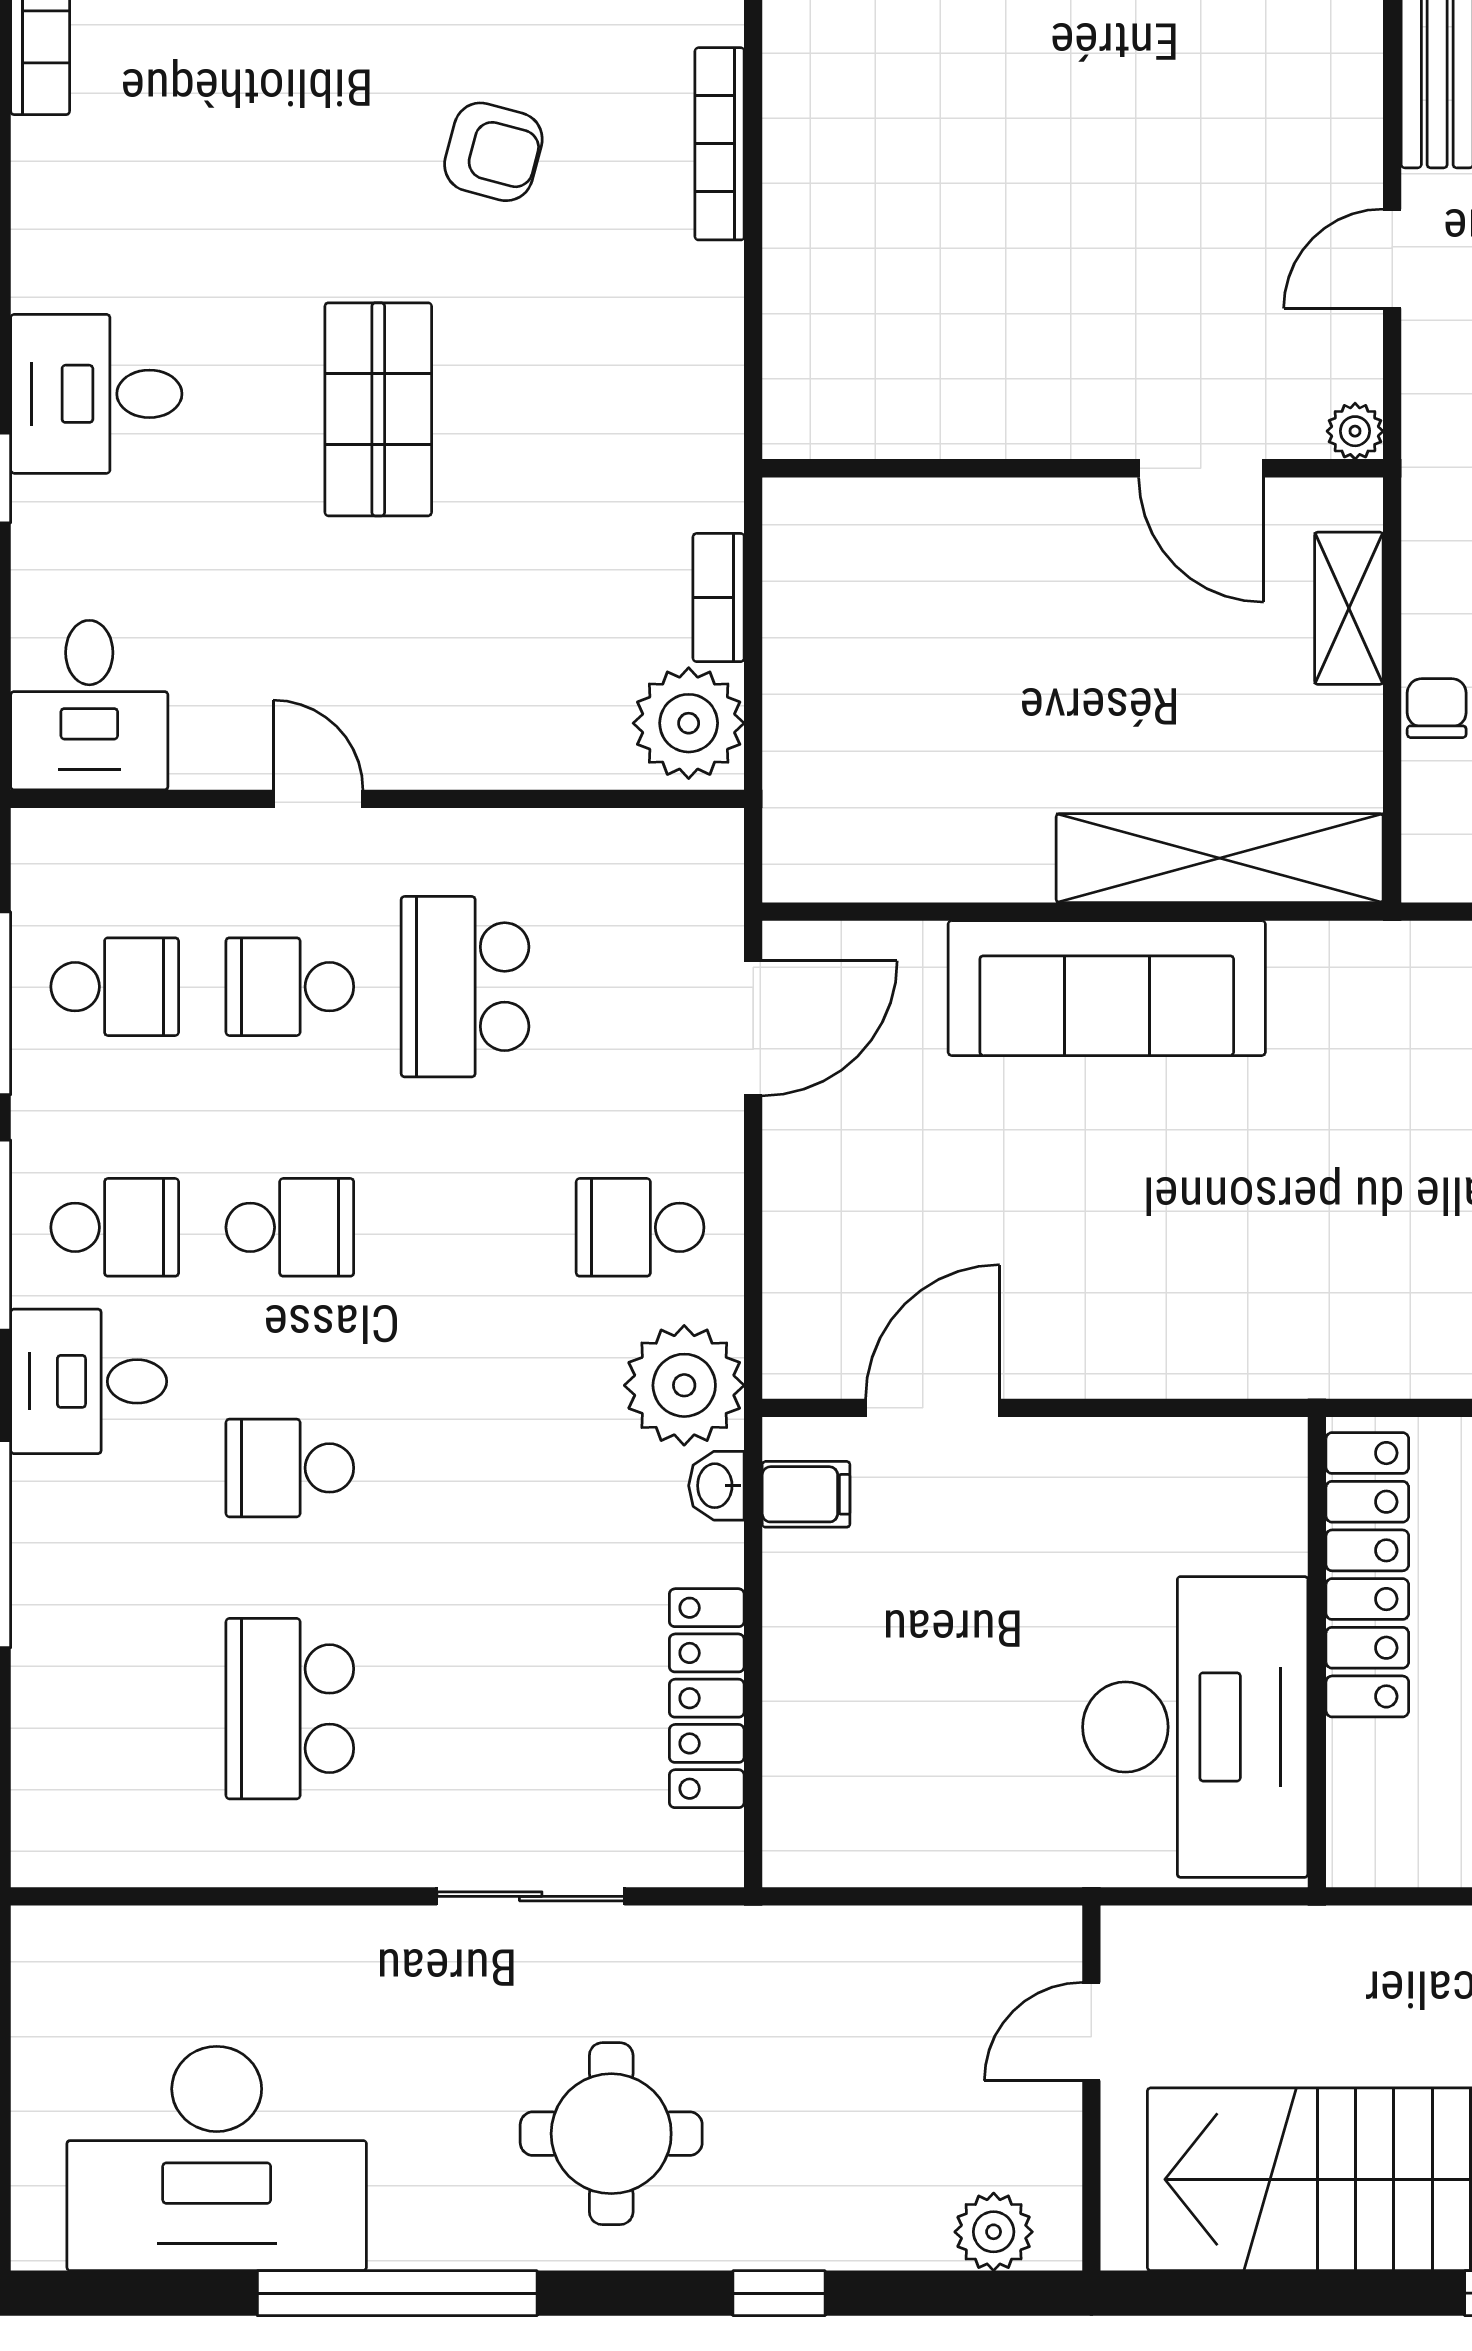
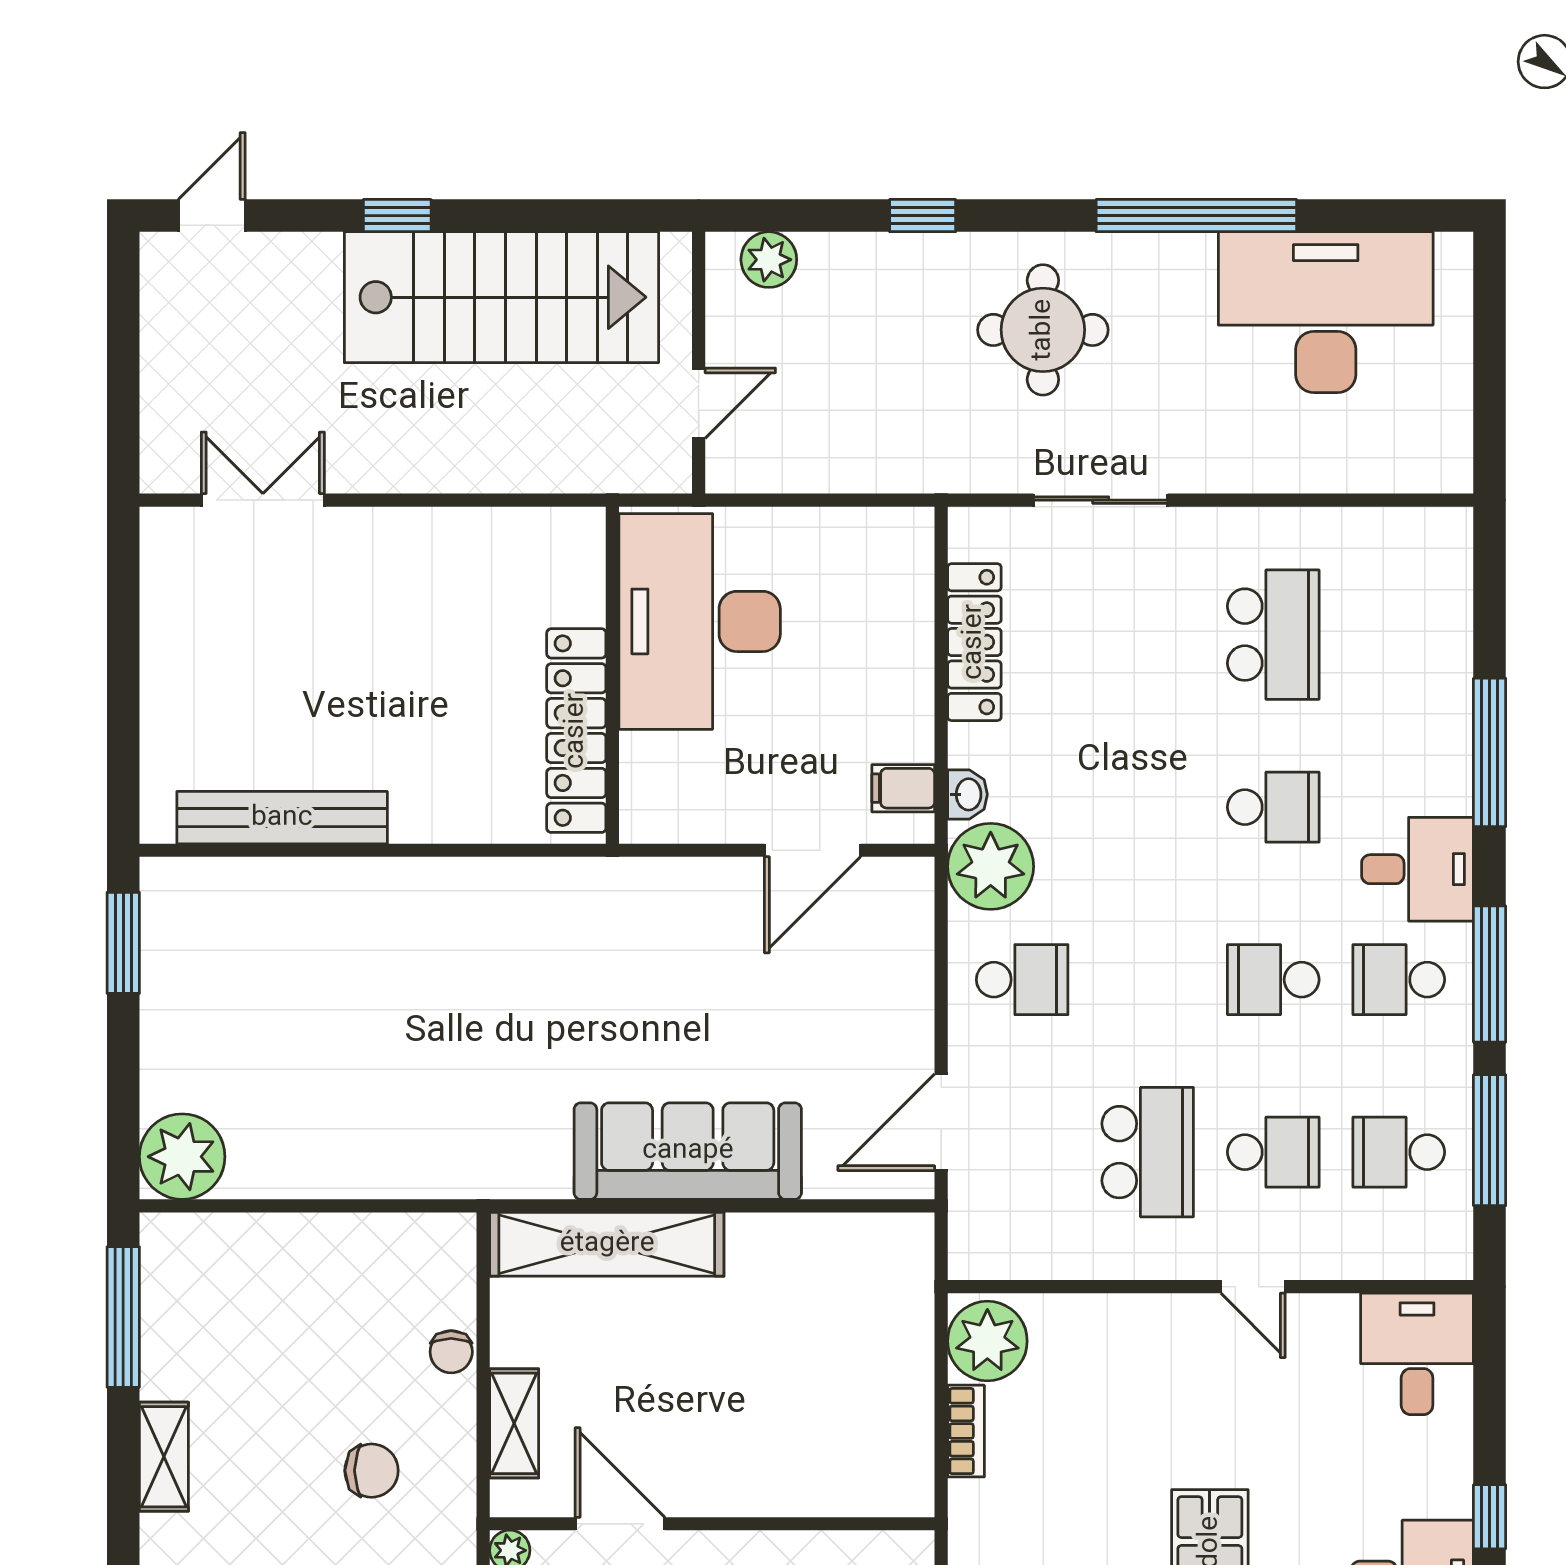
locker: (1367, 1575) -> (576, 731), moved
wall: (1317, 1652) -> (612, 675), moved
desk: (1195, 1727) -> (700, 621), moved

